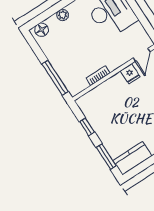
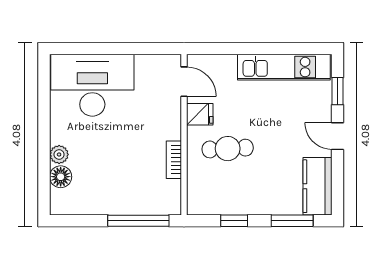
floor lamp: (42, 30) -> (61, 177), moved
cafe table: (122, 99) -> (228, 149), added

